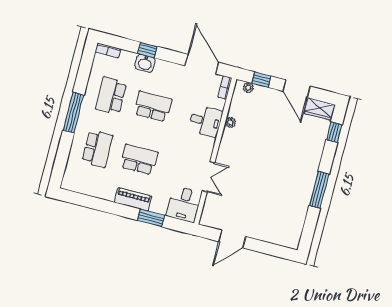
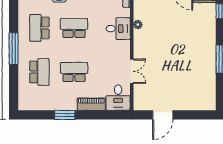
piano: (133, 199) -> (91, 104), moved
window: (151, 218) -> (65, 115), moved

